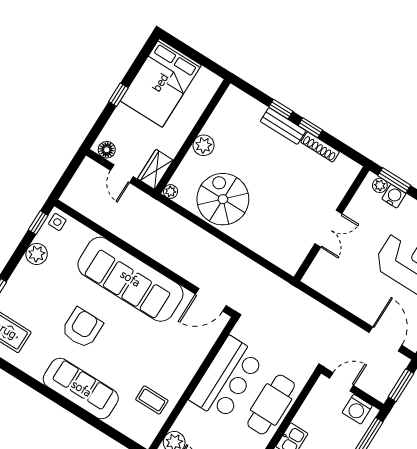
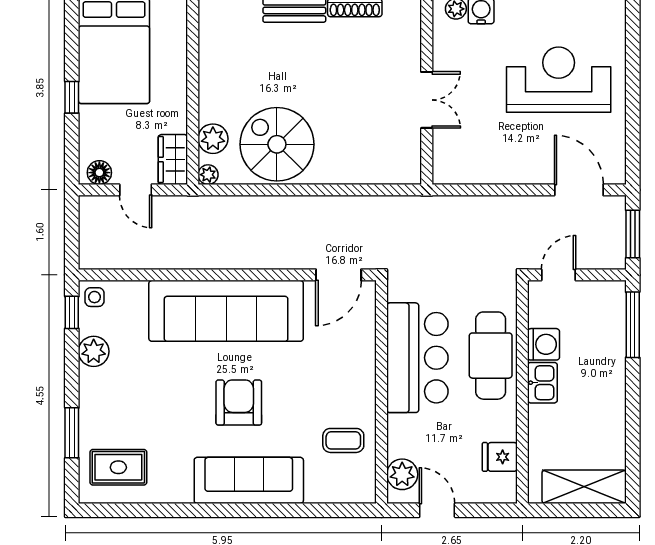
plant: (204, 145) -> (213, 139), moved
armchair: (82, 328) -> (239, 403), moved
washing machine: (357, 409) -> (544, 344), moved, turned -90

